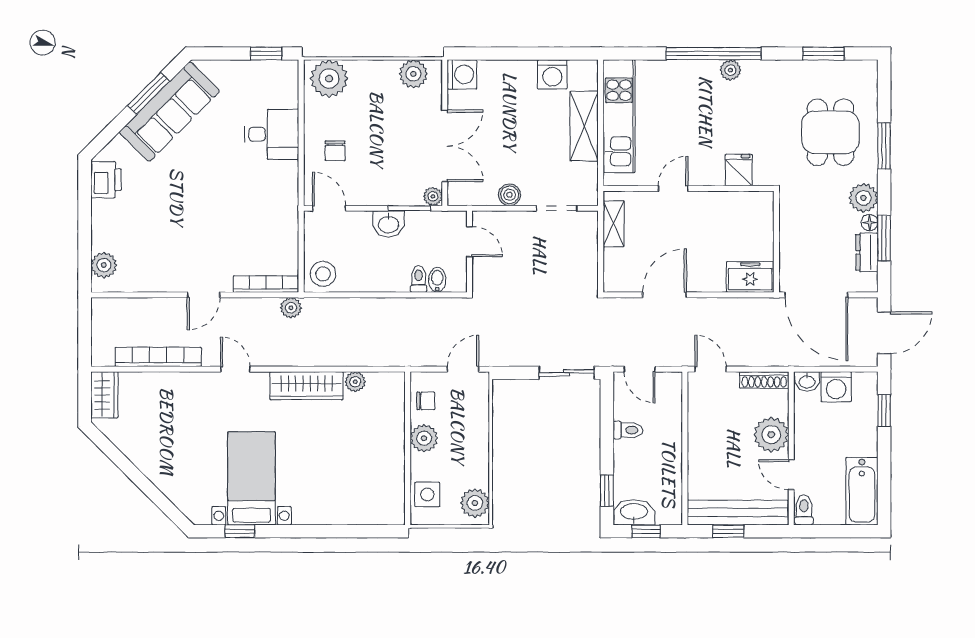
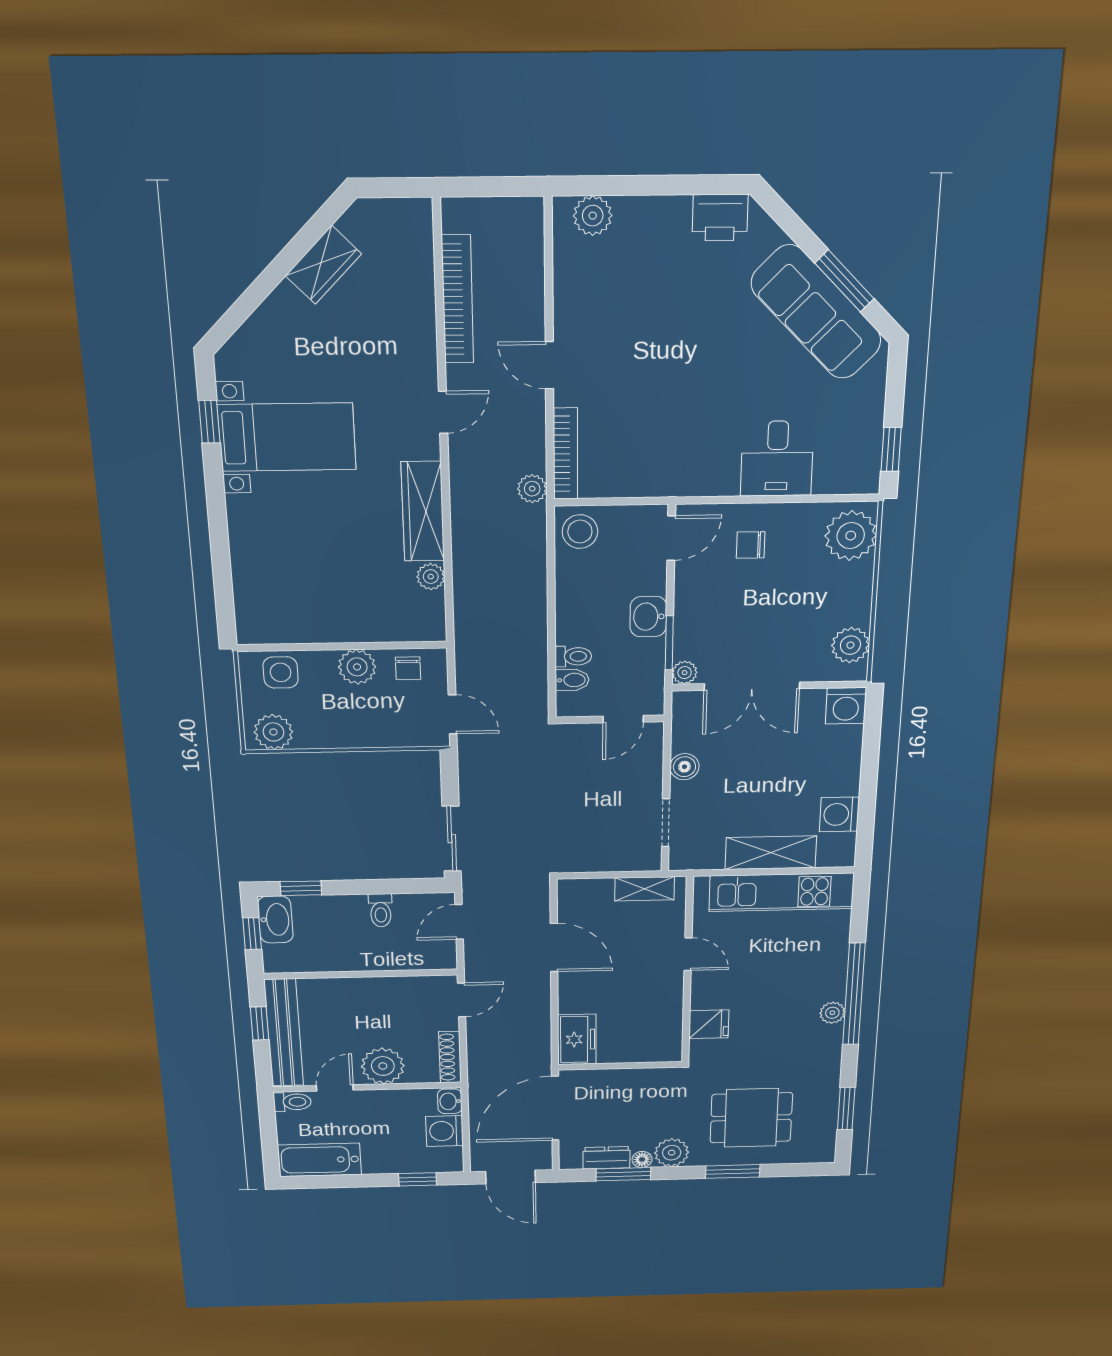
wardrobe: (104, 395) -> (323, 265), moved, turned -45

